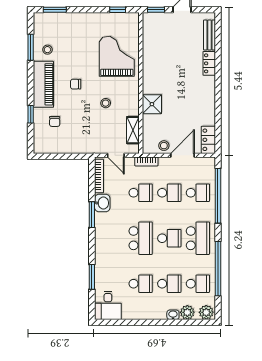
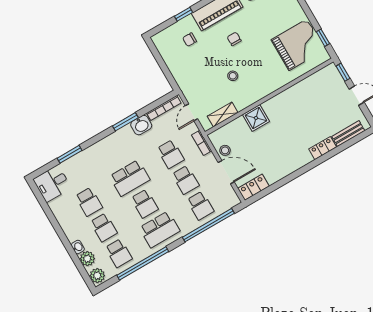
grand piano: (117, 56) -> (298, 45), moved

